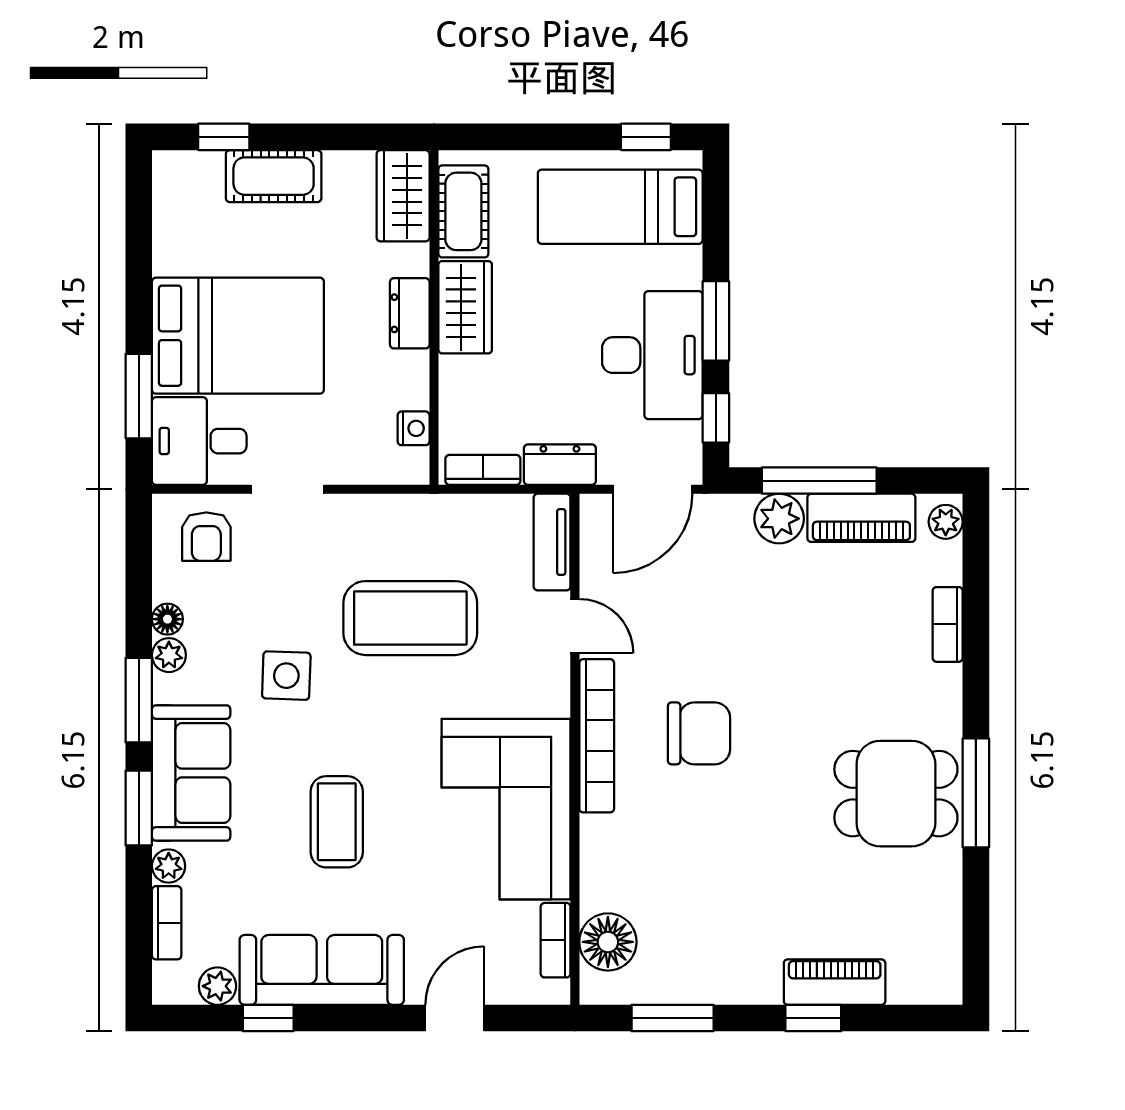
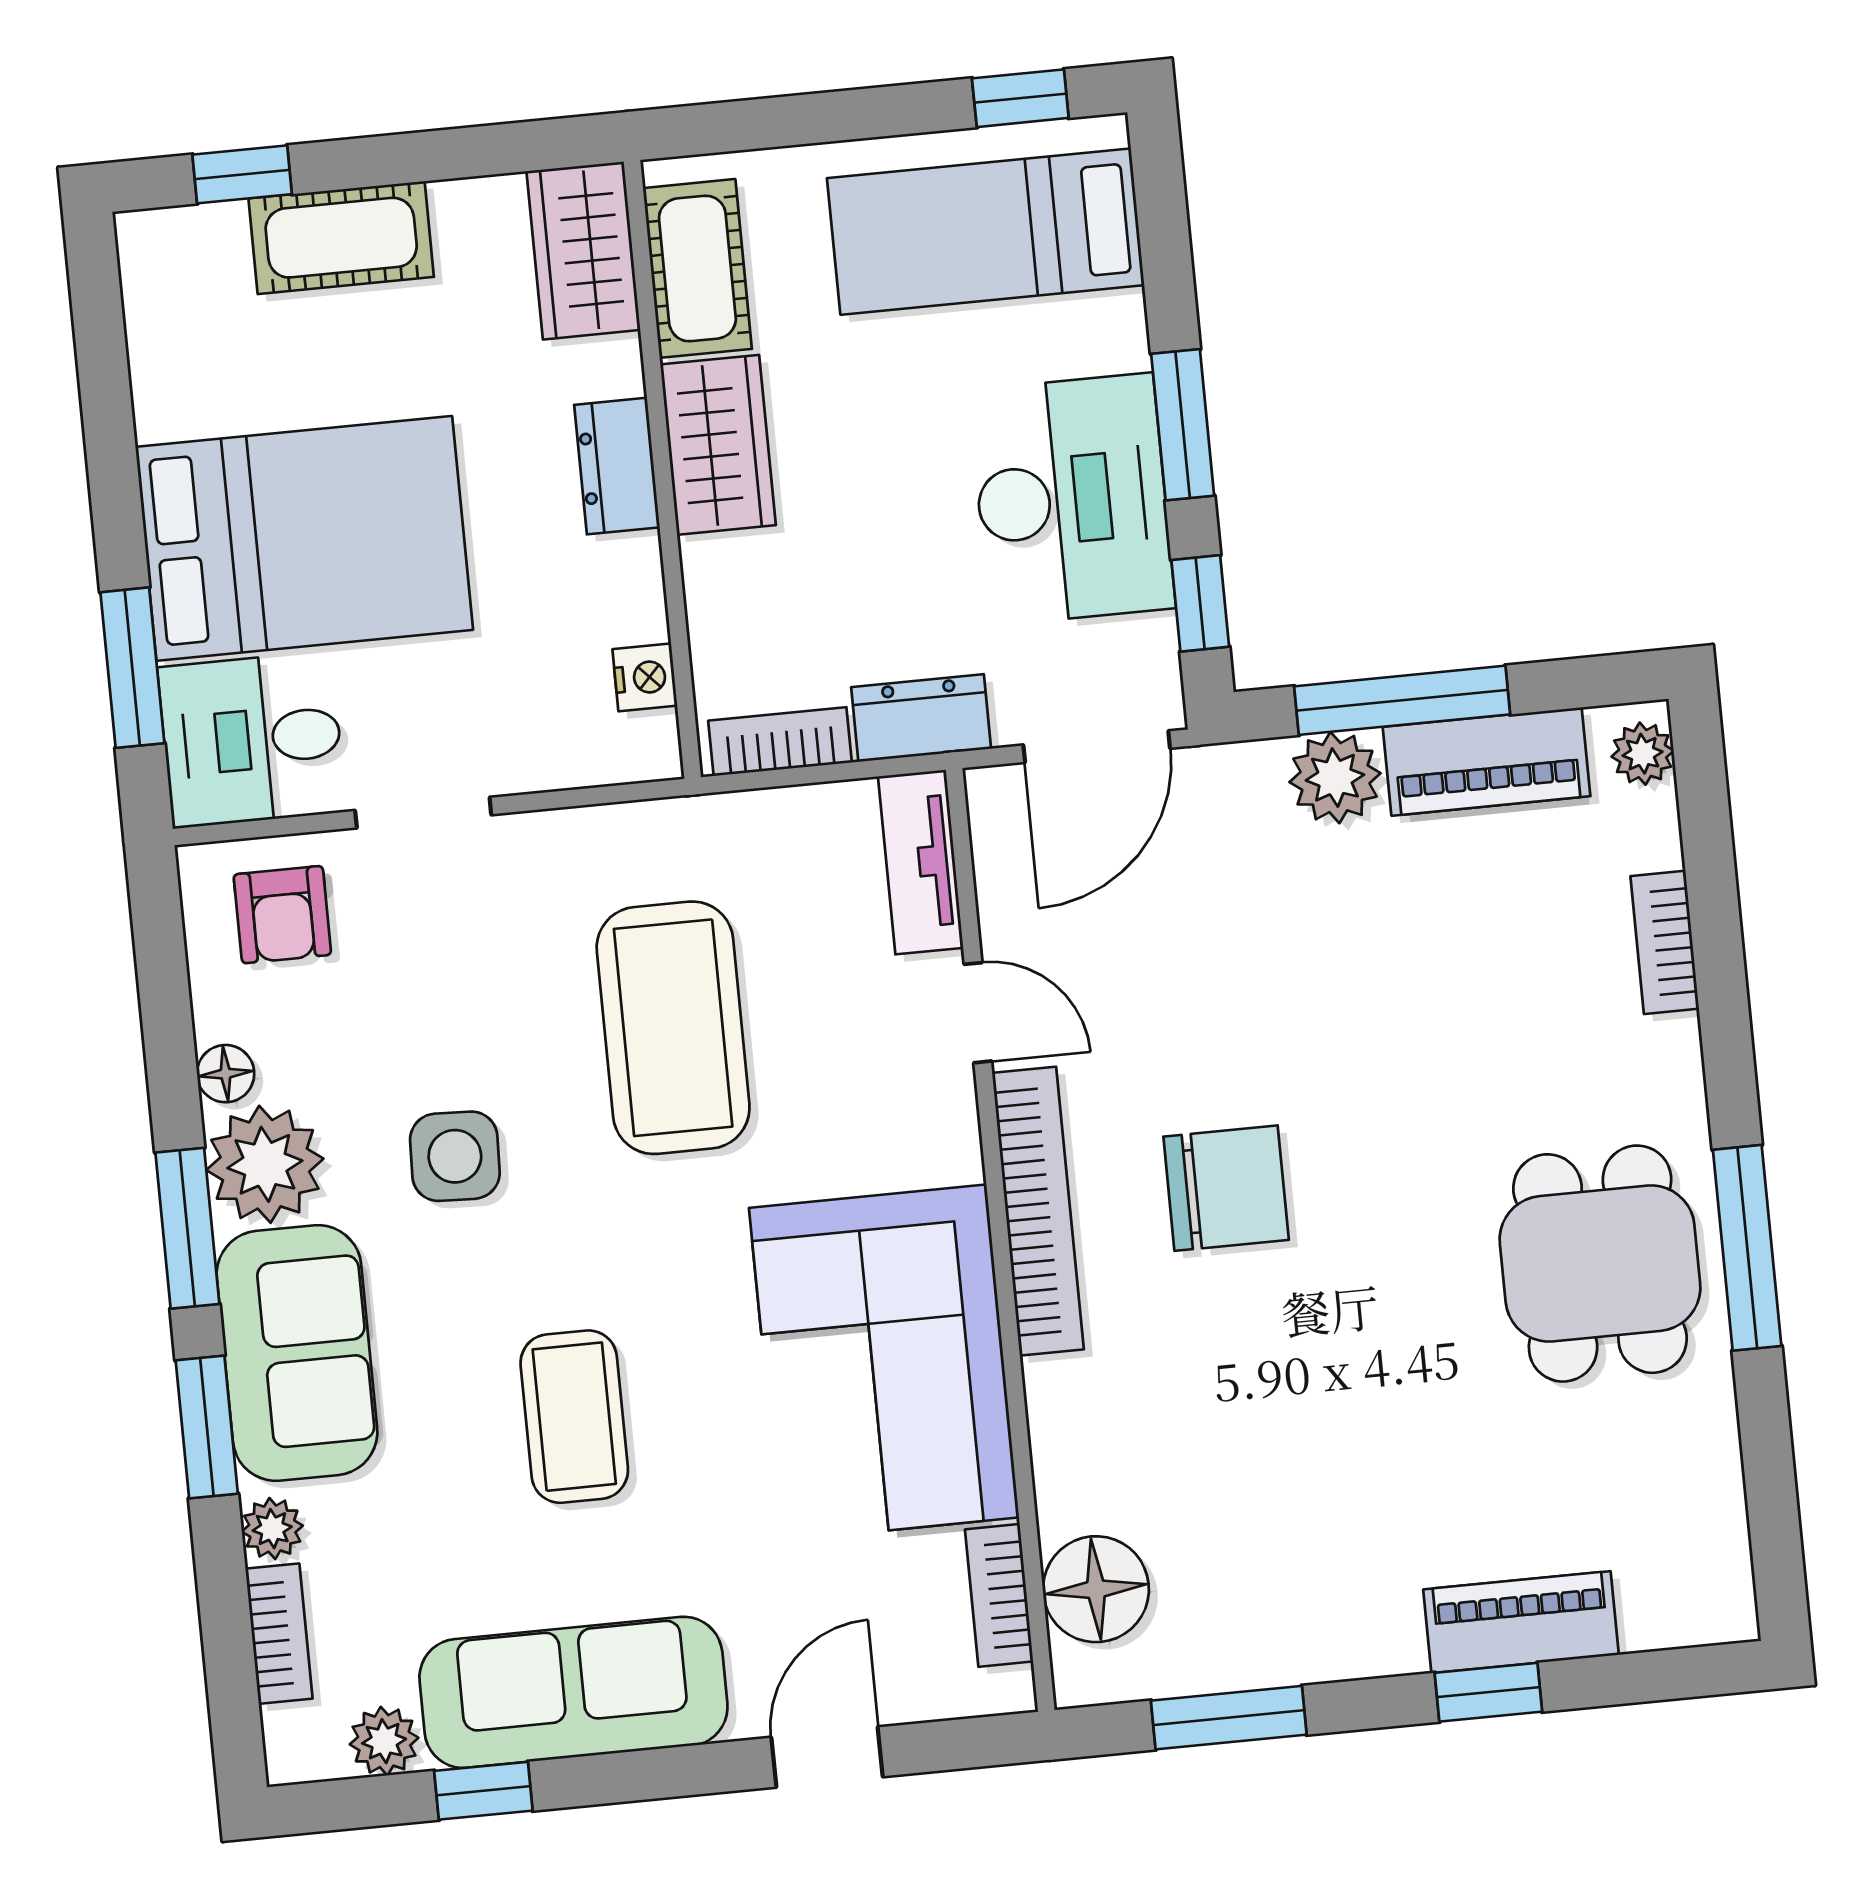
coffee table: (410, 618) -> (673, 1028), turned 90
plant: (169, 655) -> (265, 1164), width x1.88, depth x1.88
dining table: (896, 794) -> (1600, 1264), turned 90

